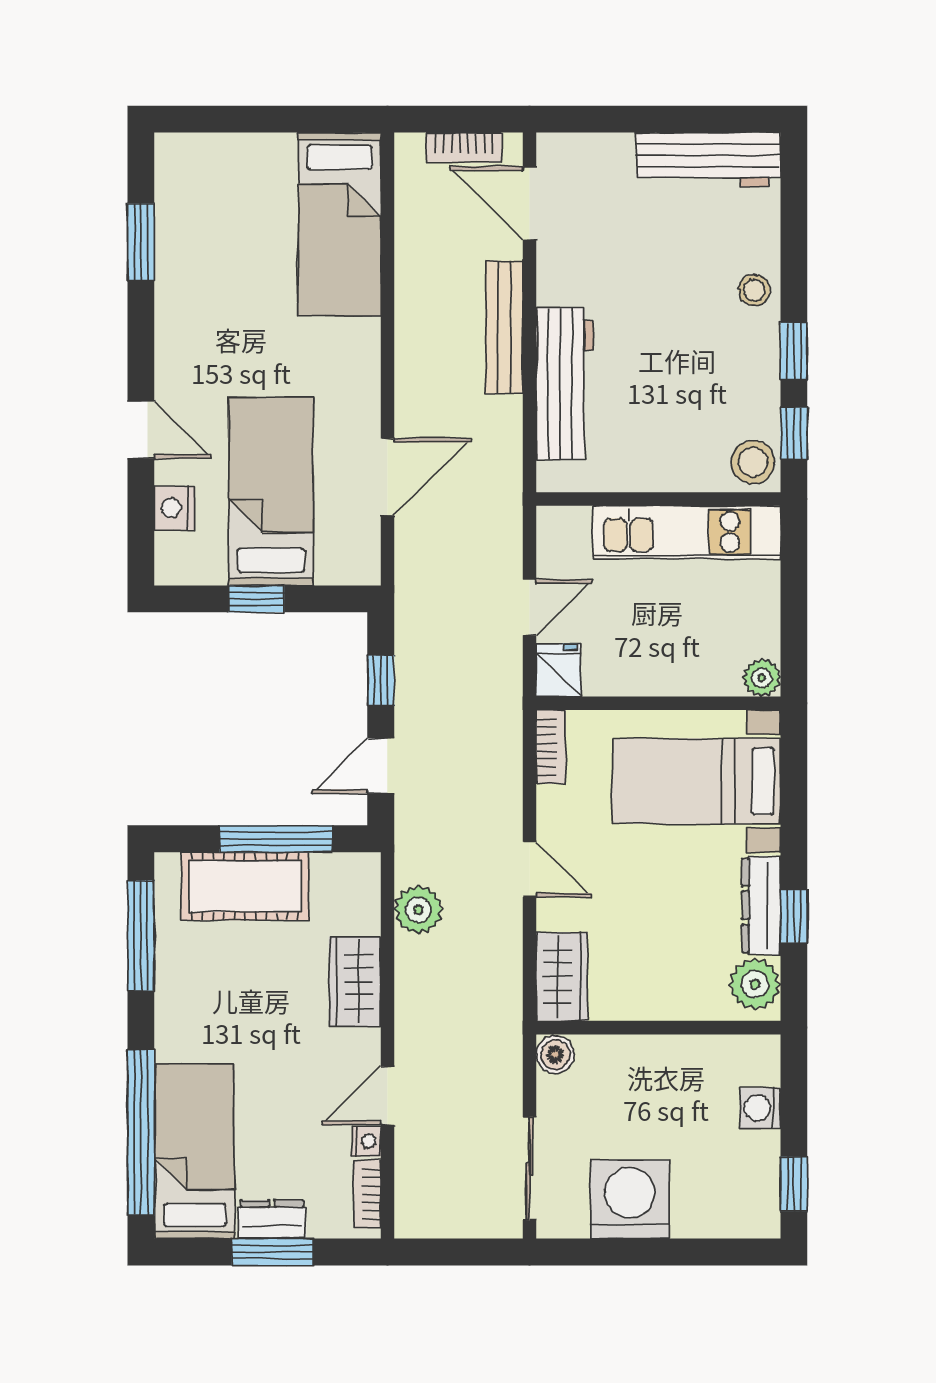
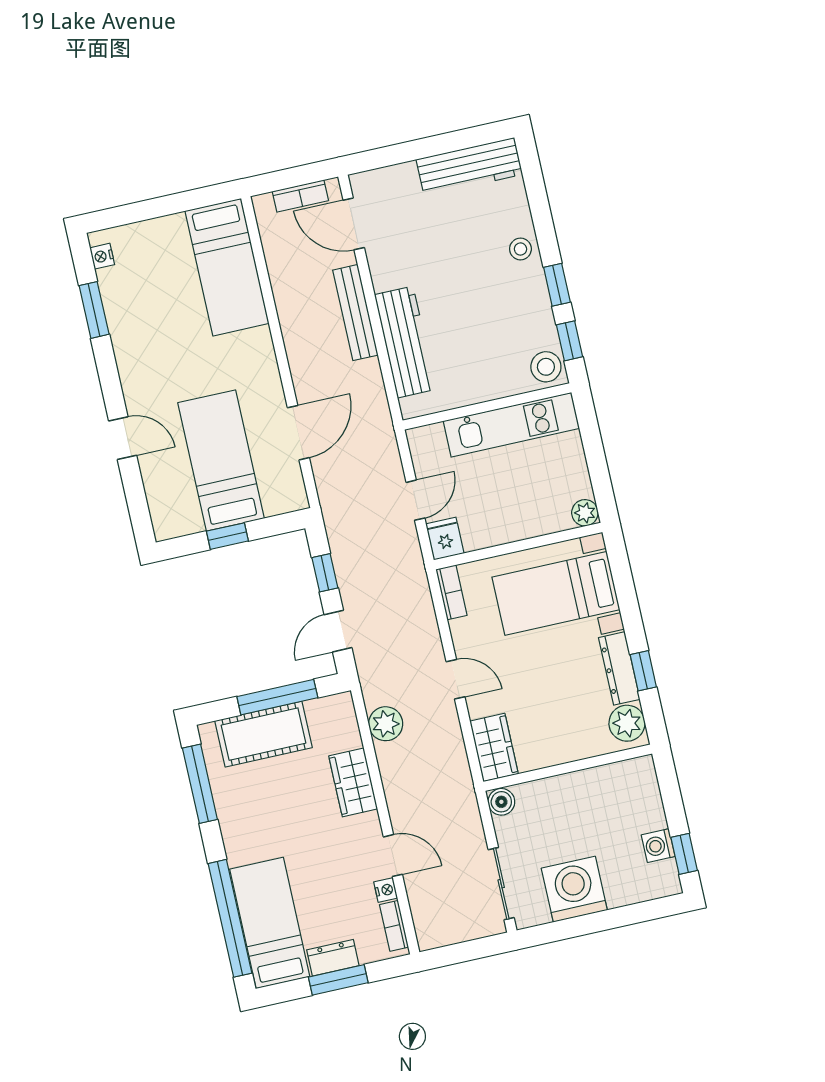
nightstand: (174, 508) -> (102, 256), moved, width x0.72, depth x0.74
door: (387, 1096) -> (393, 856), swing flipped
washing machine: (760, 1108) -> (658, 846), moved

